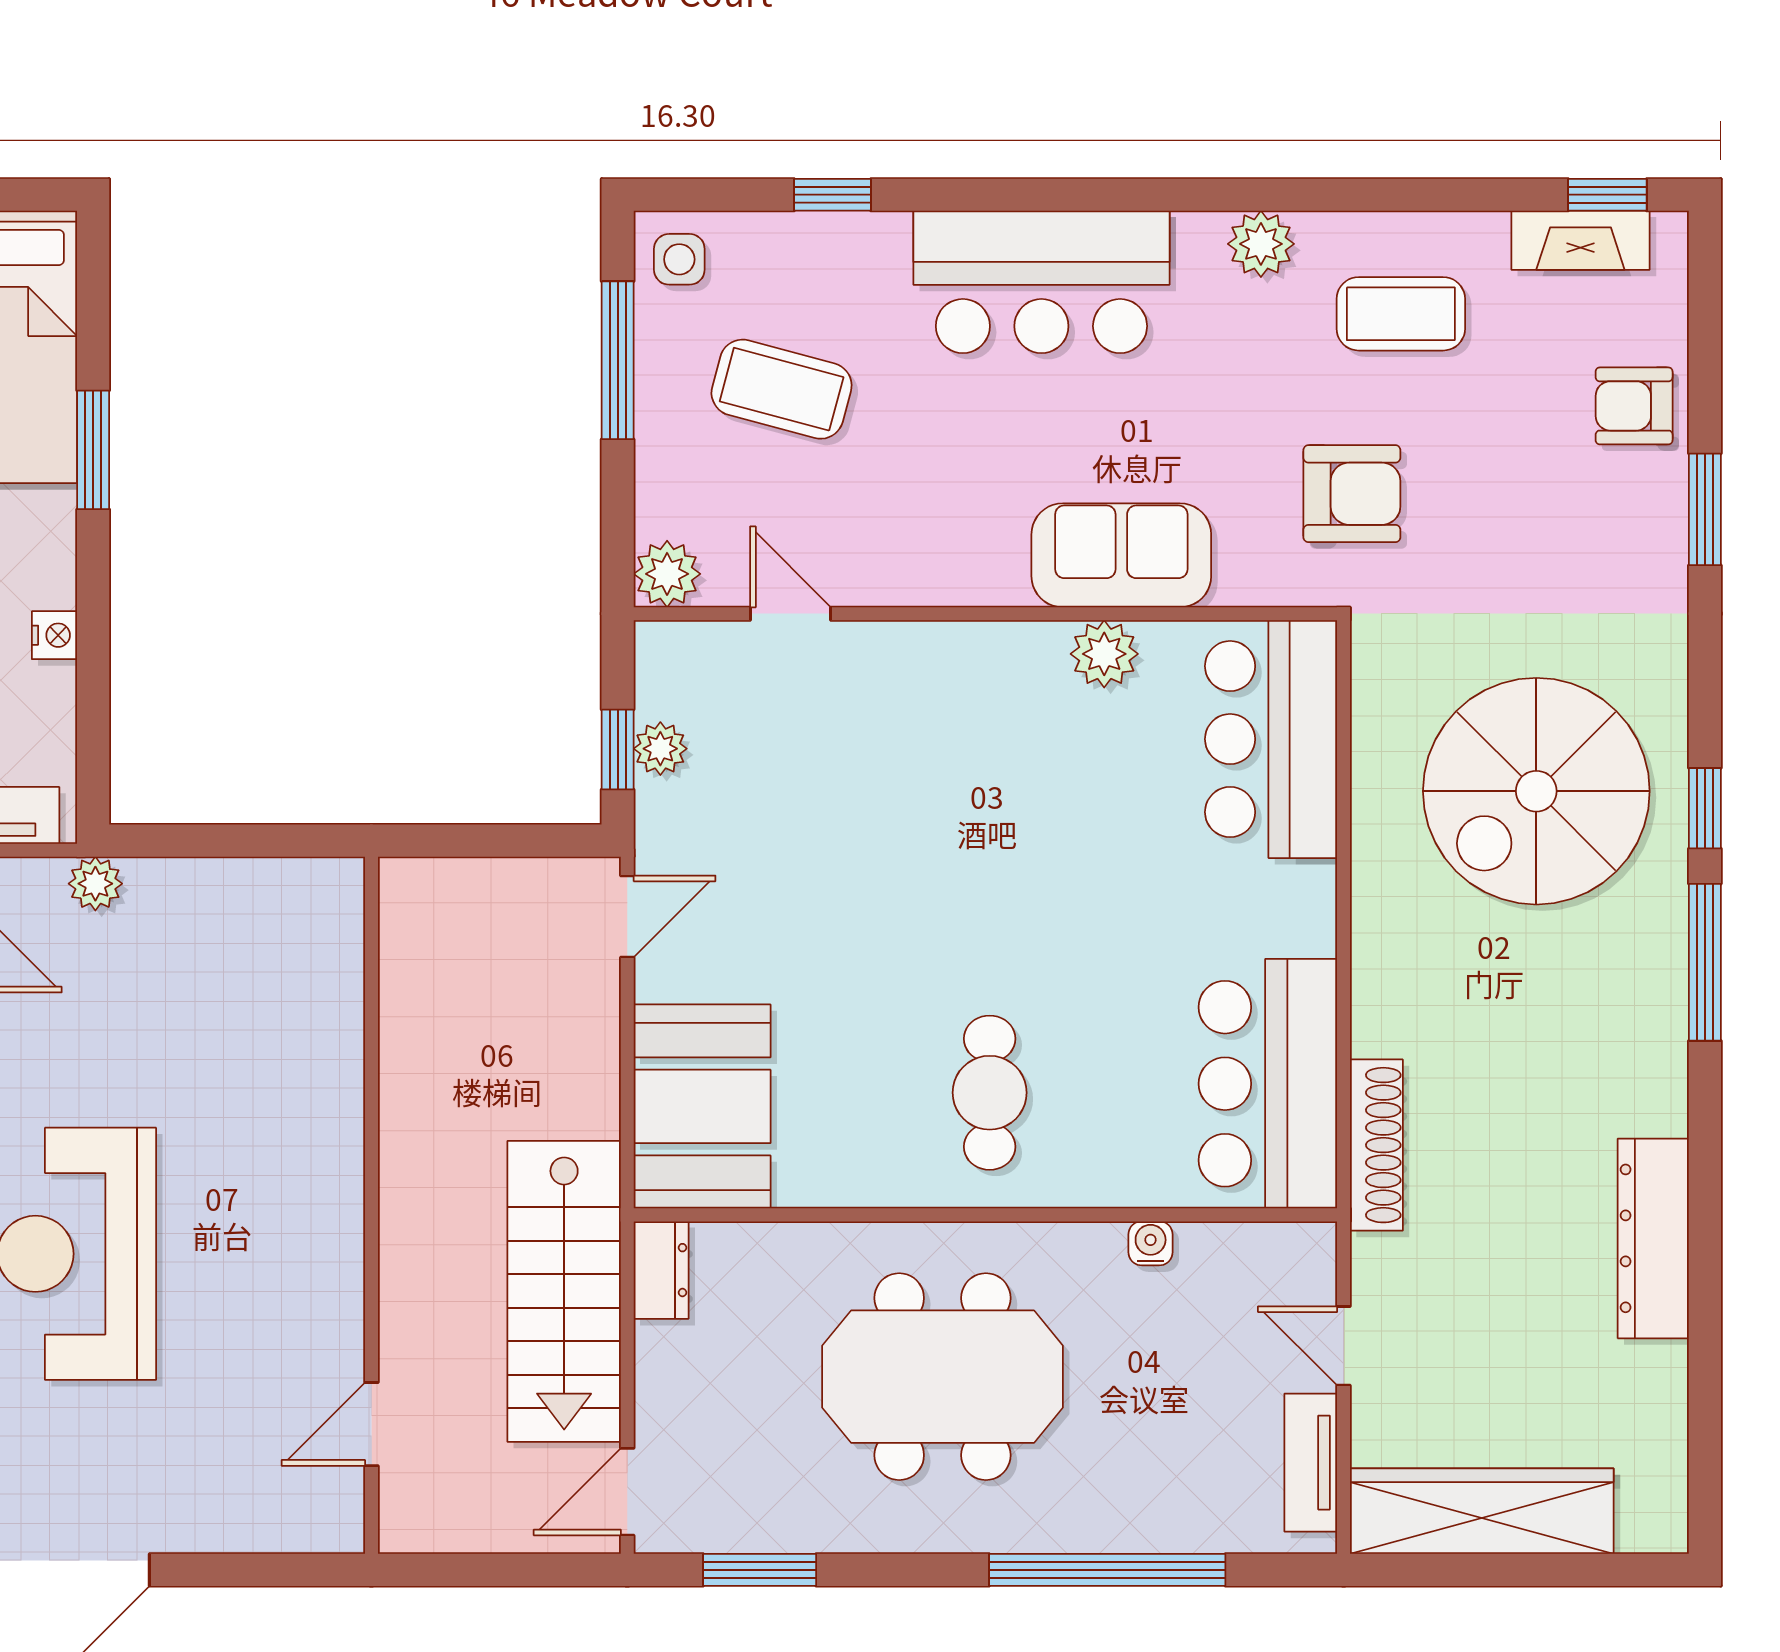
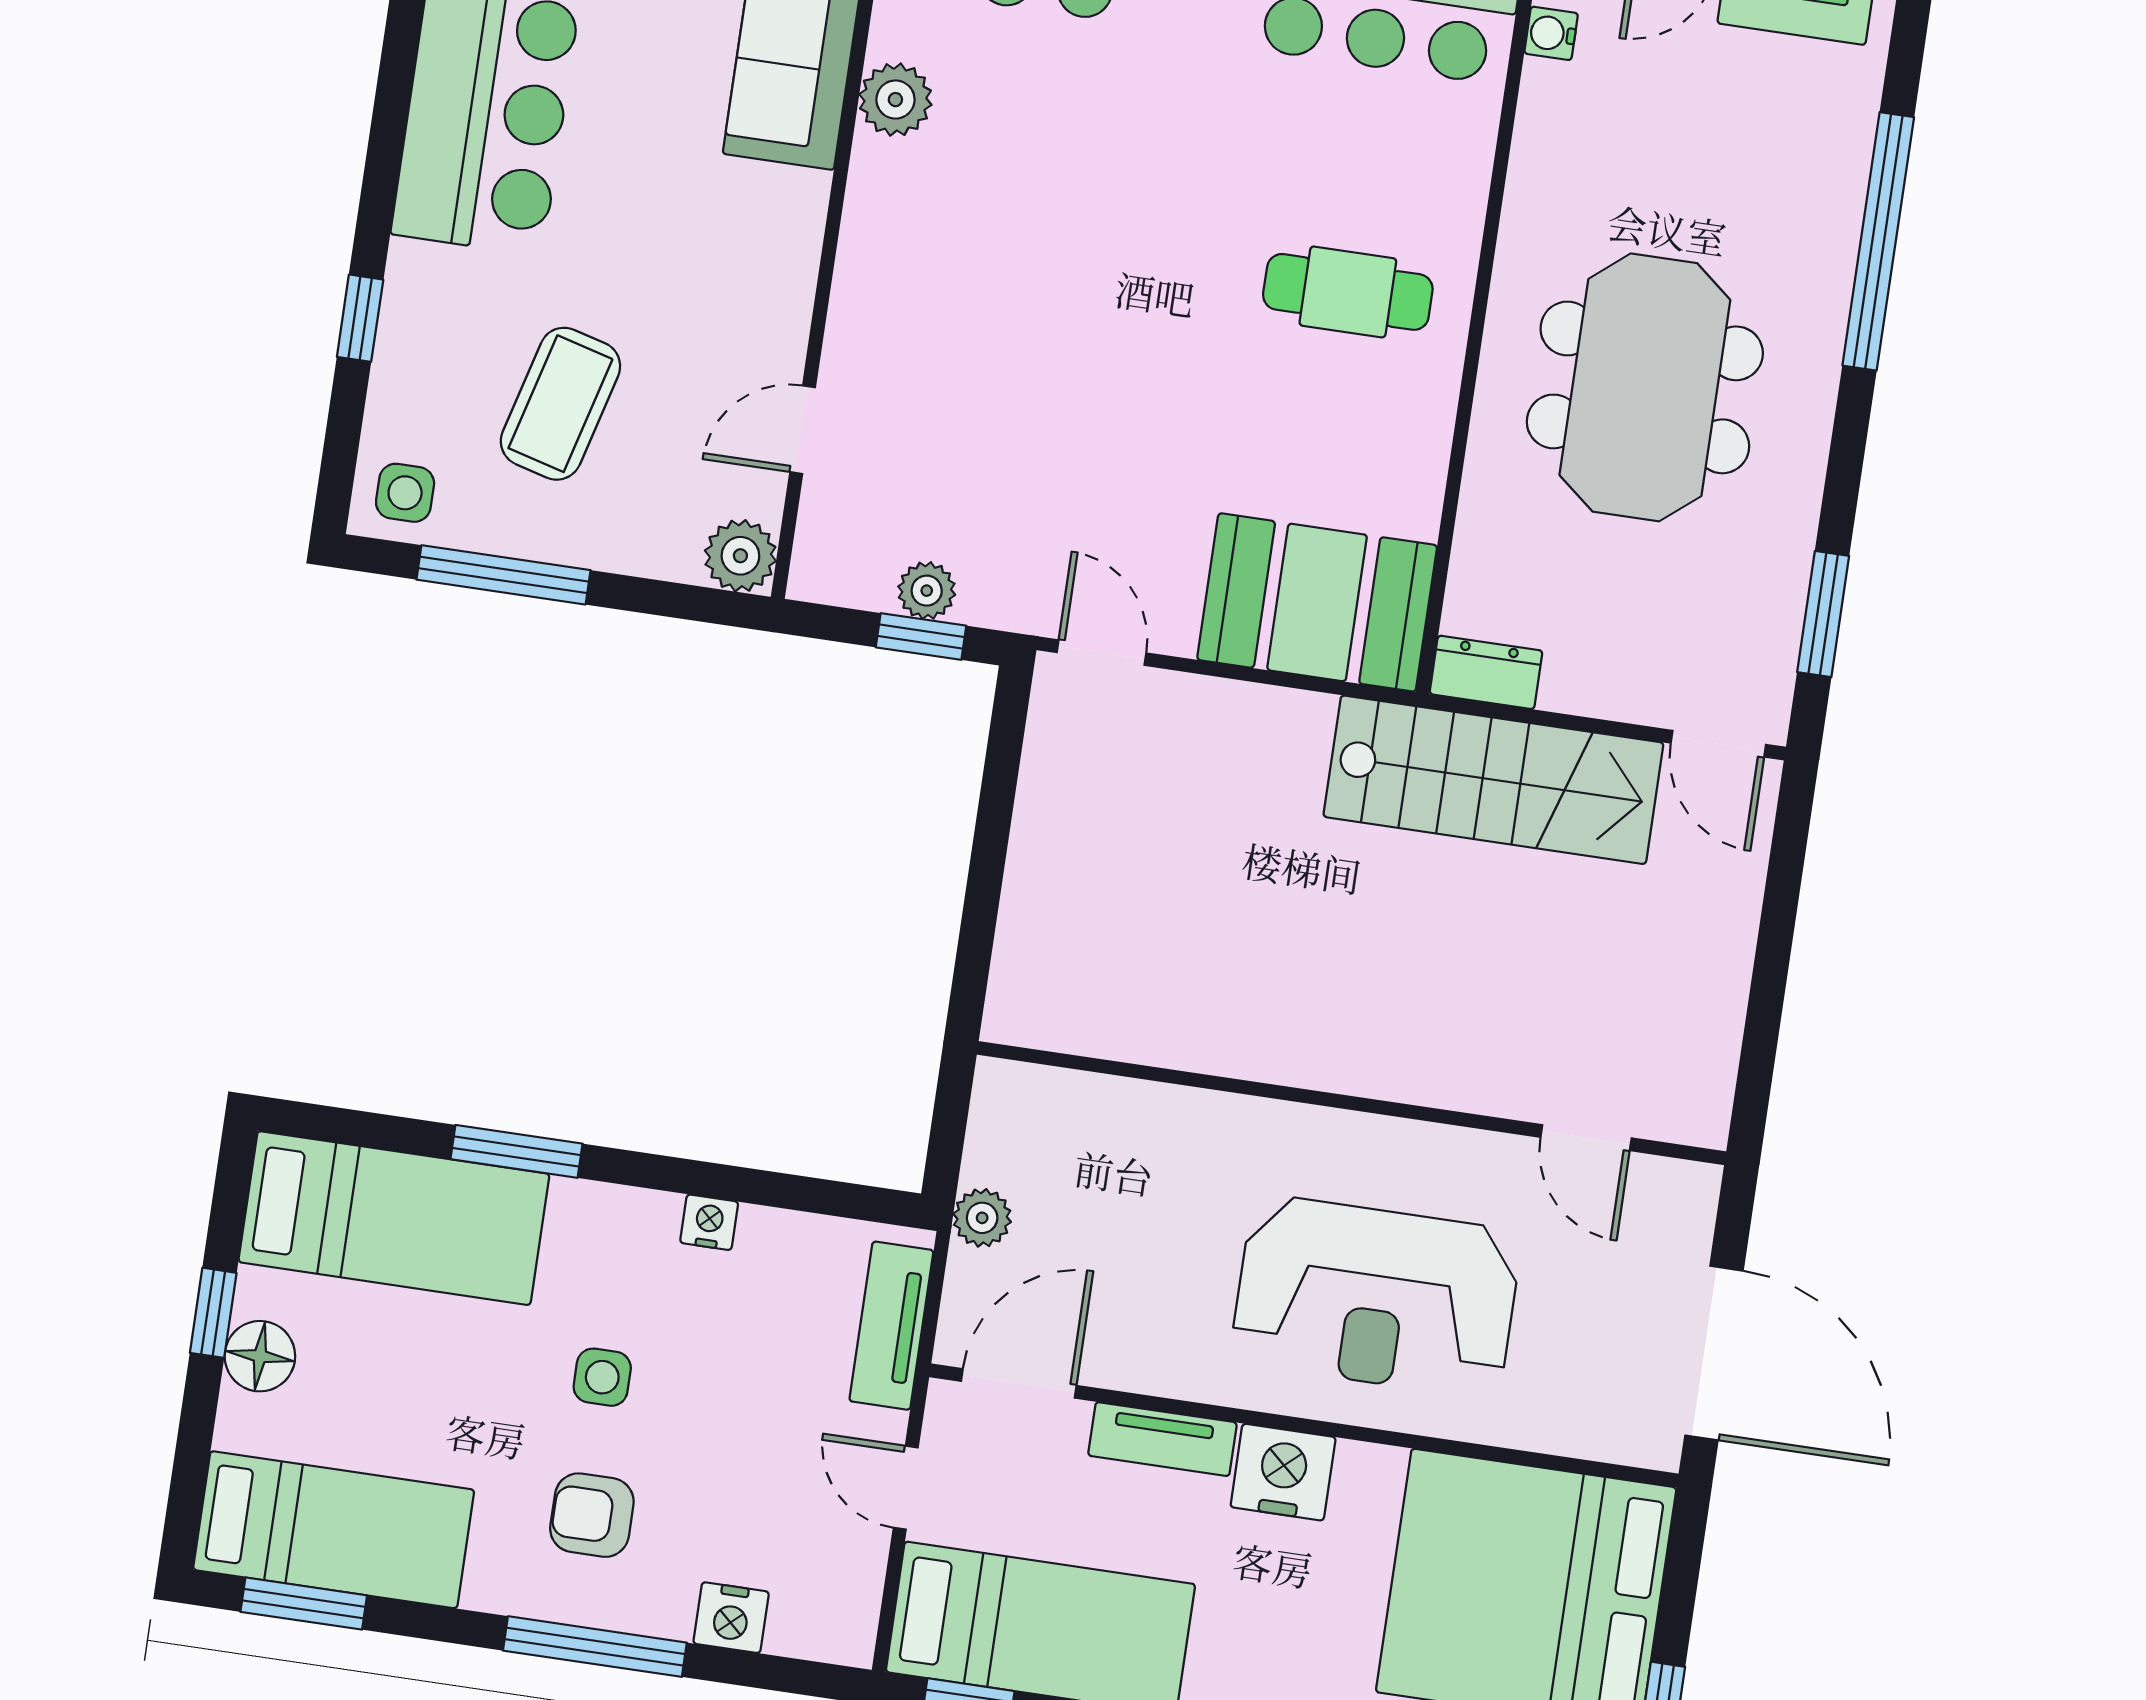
wall: (371, 1205) -> (1351, 1103), moved
water cooler: (1151, 1243) -> (1551, 33), moved
door: (371, 1424) -> (1586, 1138), moved

